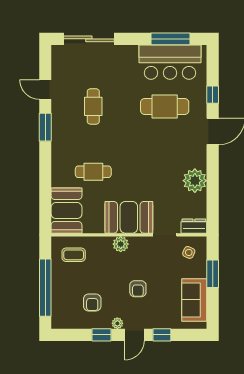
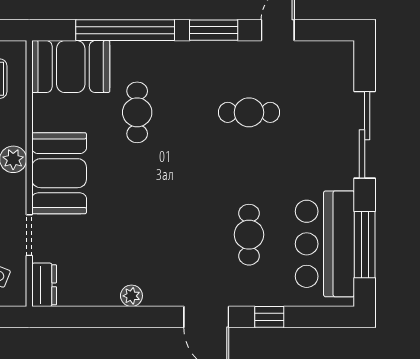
sliding door: (89, 39) -> (365, 135), moved
cafe table: (165, 106) -> (249, 235), width x0.73, depth x0.74
window: (45, 179) -> (125, 30), added
plant: (195, 181) -> (131, 296), width x0.53, depth x0.53

